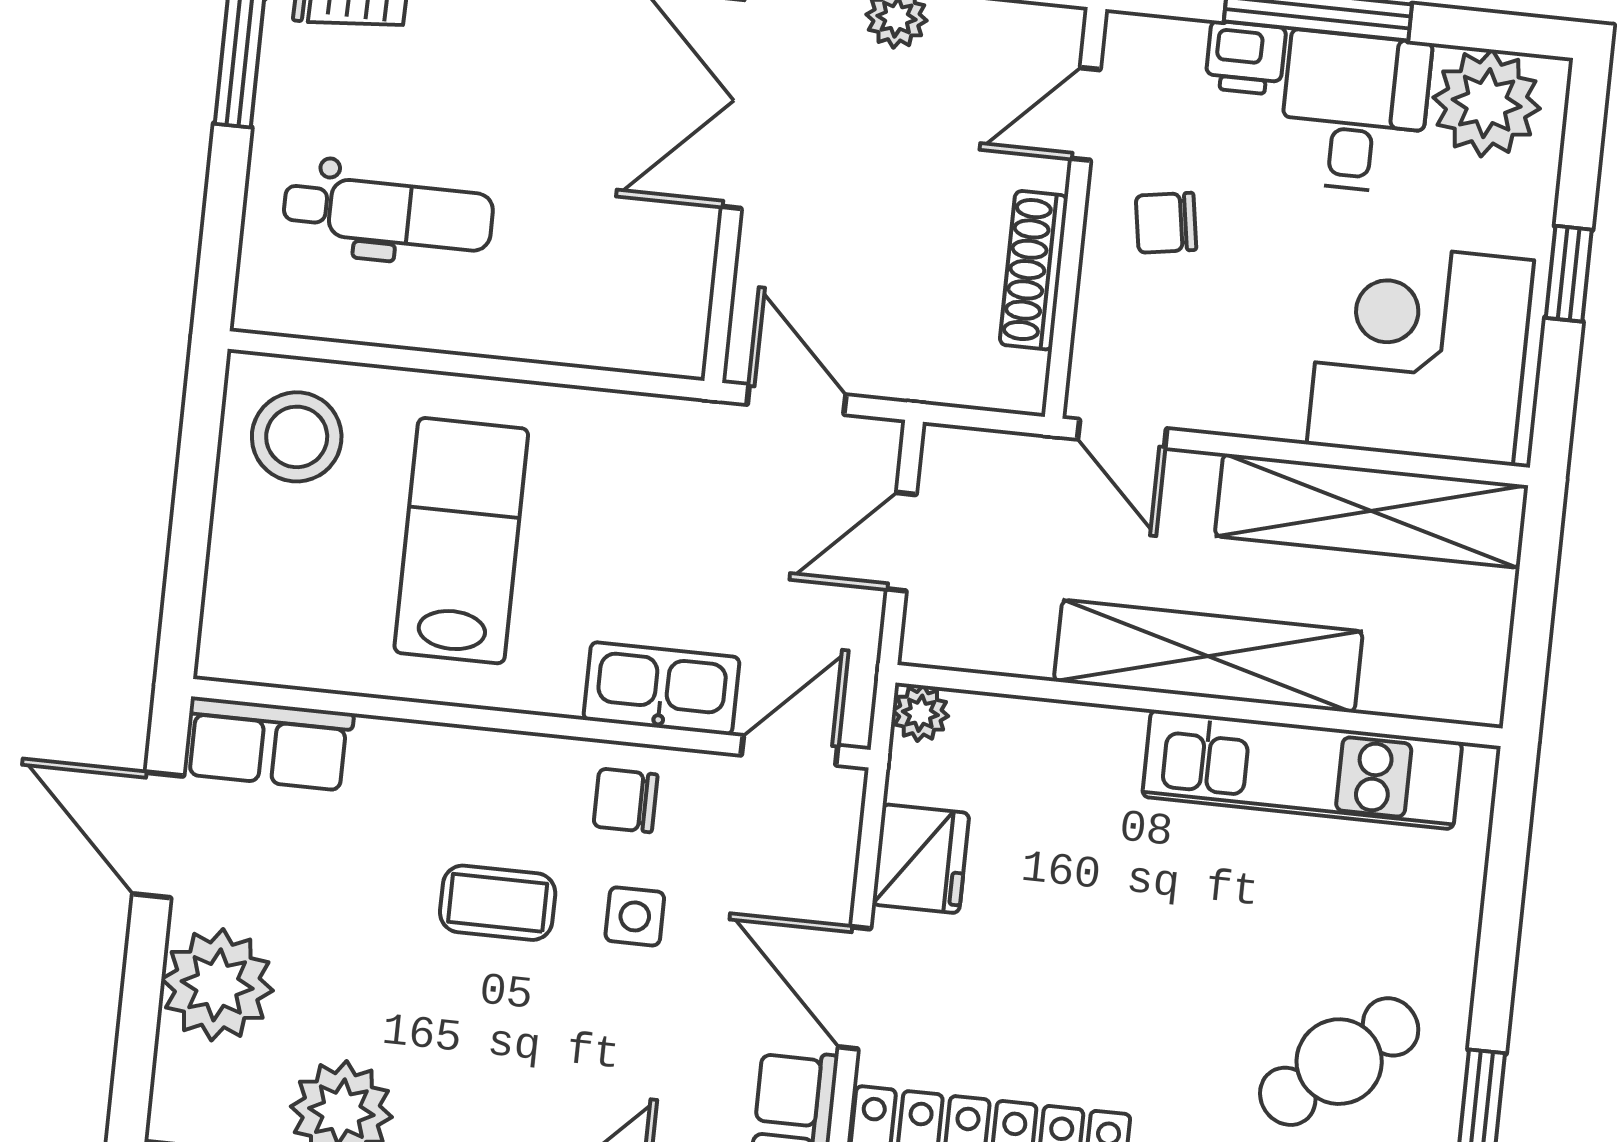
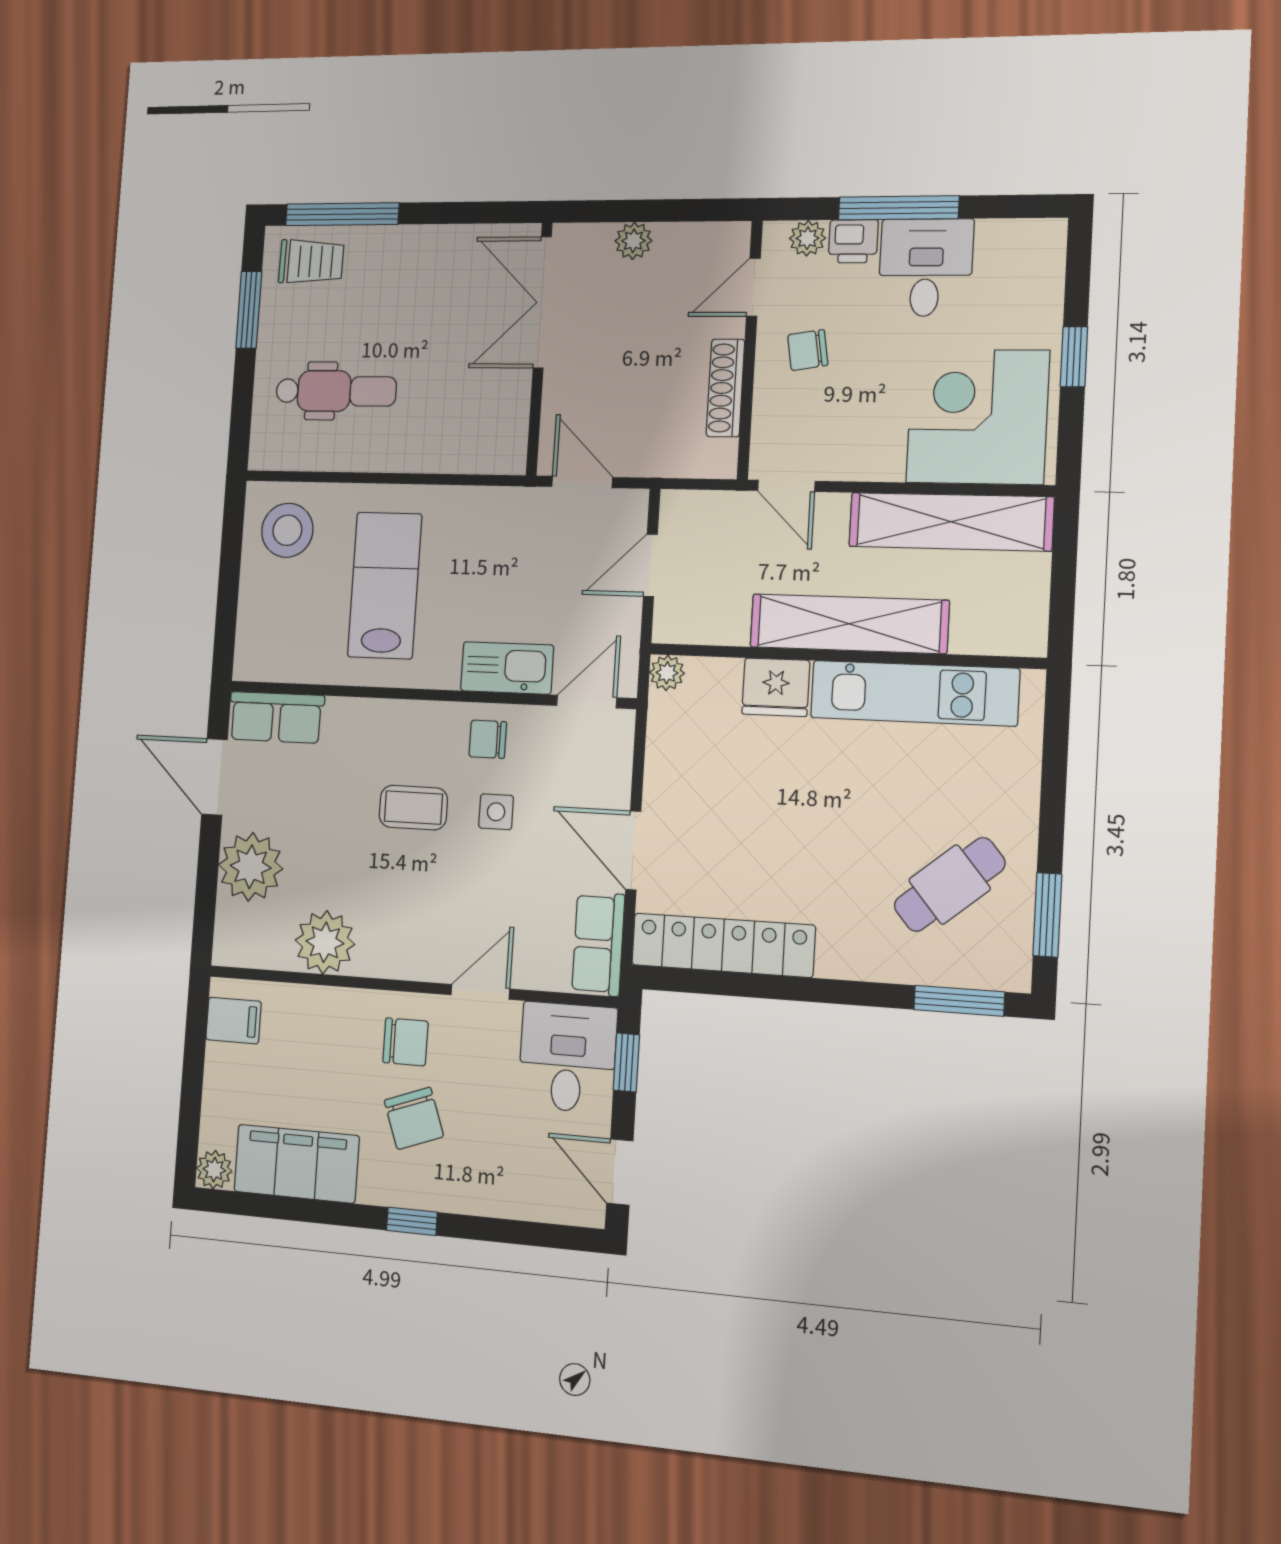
plant: (1487, 103) -> (807, 238), moved, width x0.53, depth x0.53
fridge: (921, 859) -> (776, 687), moved, turned 90

